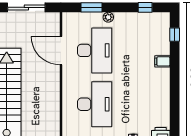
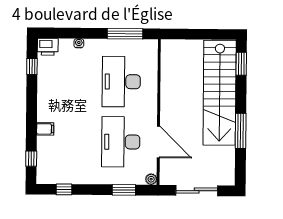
plant: (108, 17) -> (151, 179), moved
window: (175, 117) -> (32, 66), added

